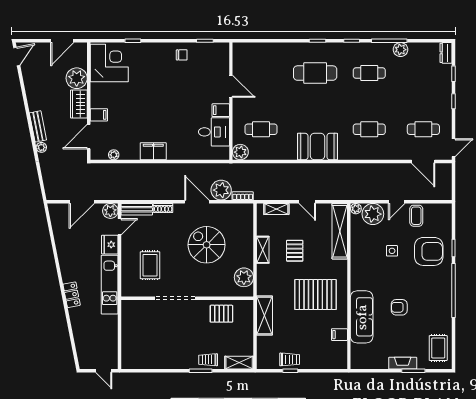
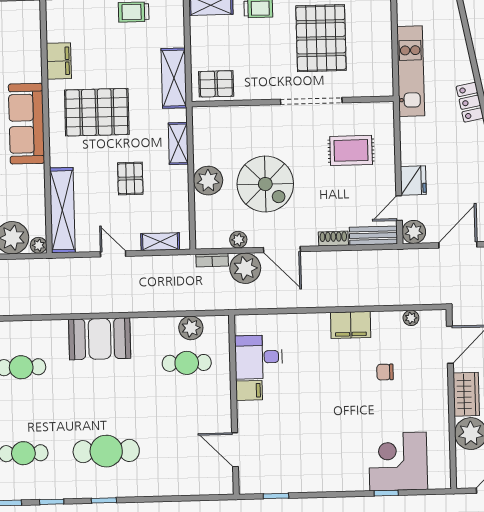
chair: (182, 55) -> (385, 372), moved
corner desk: (109, 63) -> (398, 461), moved, turned 90
door: (231, 86) -> (235, 450), moved
filing cabinet: (99, 115) -> (435, 378), removed
plant: (240, 152) -> (191, 328), moved
plant: (225, 209) -> (238, 240), added
shelving: (263, 250) -> (178, 144), moved
rug: (150, 265) -> (351, 150), turned 90
plant: (244, 277) -> (208, 181), moved
kitchen unit: (110, 285) -> (411, 71), moved
pallet: (221, 314) -> (216, 84), moved
sofa: (362, 317) -> (26, 124), moved
filing cabinet: (339, 335) -> (59, 61), width x2.00
pallet: (168, 339) -> (321, 38), added

